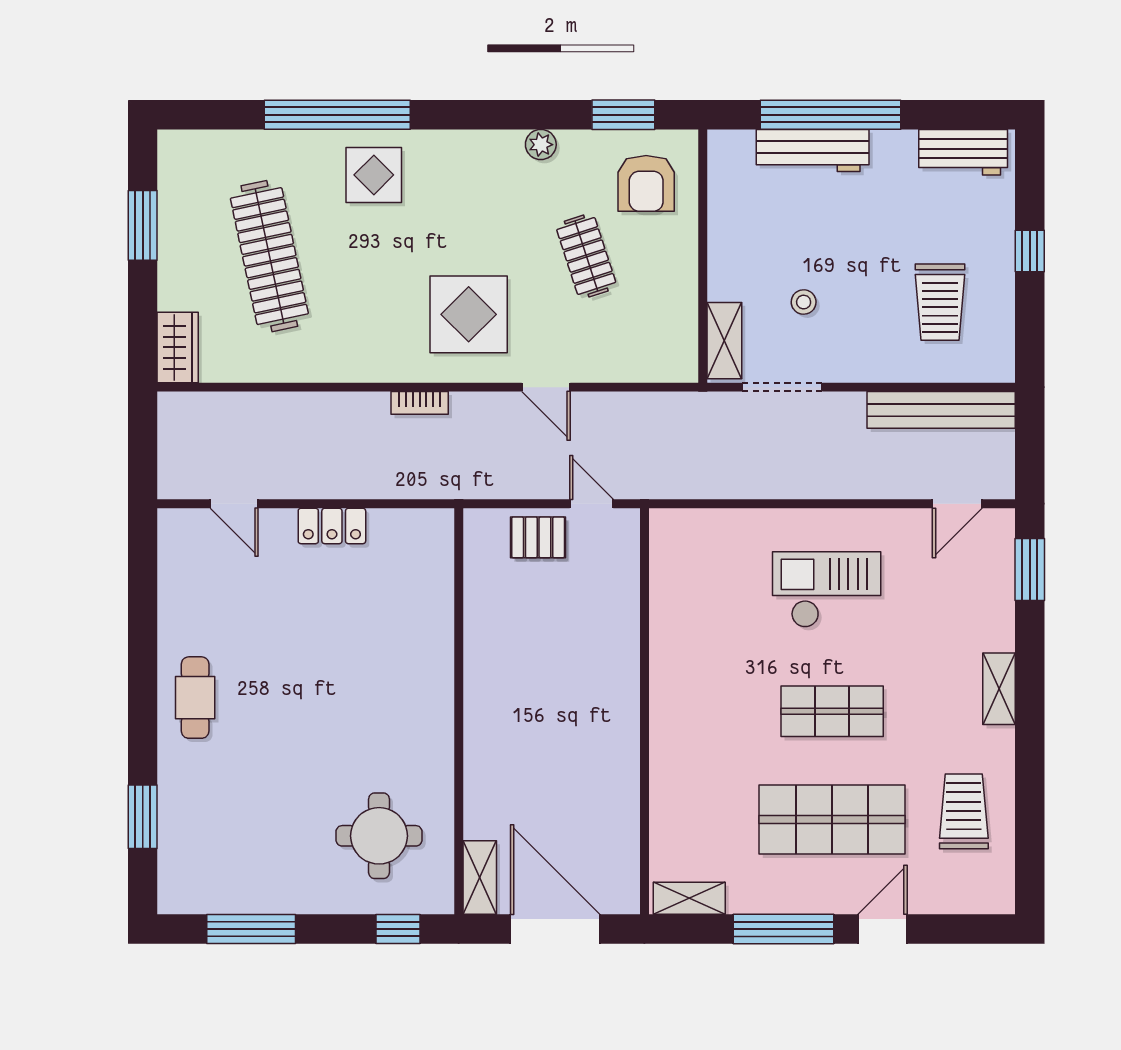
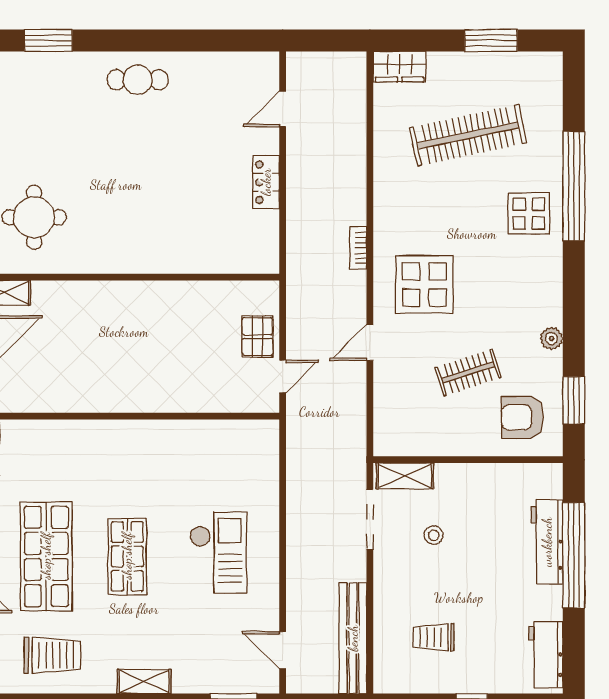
trolley: (940, 302) -> (434, 637), width x0.73, depth x0.72

